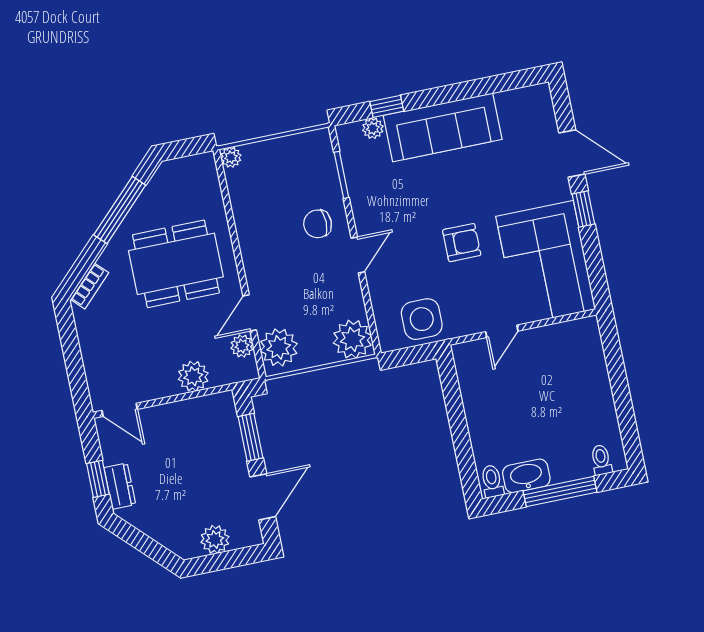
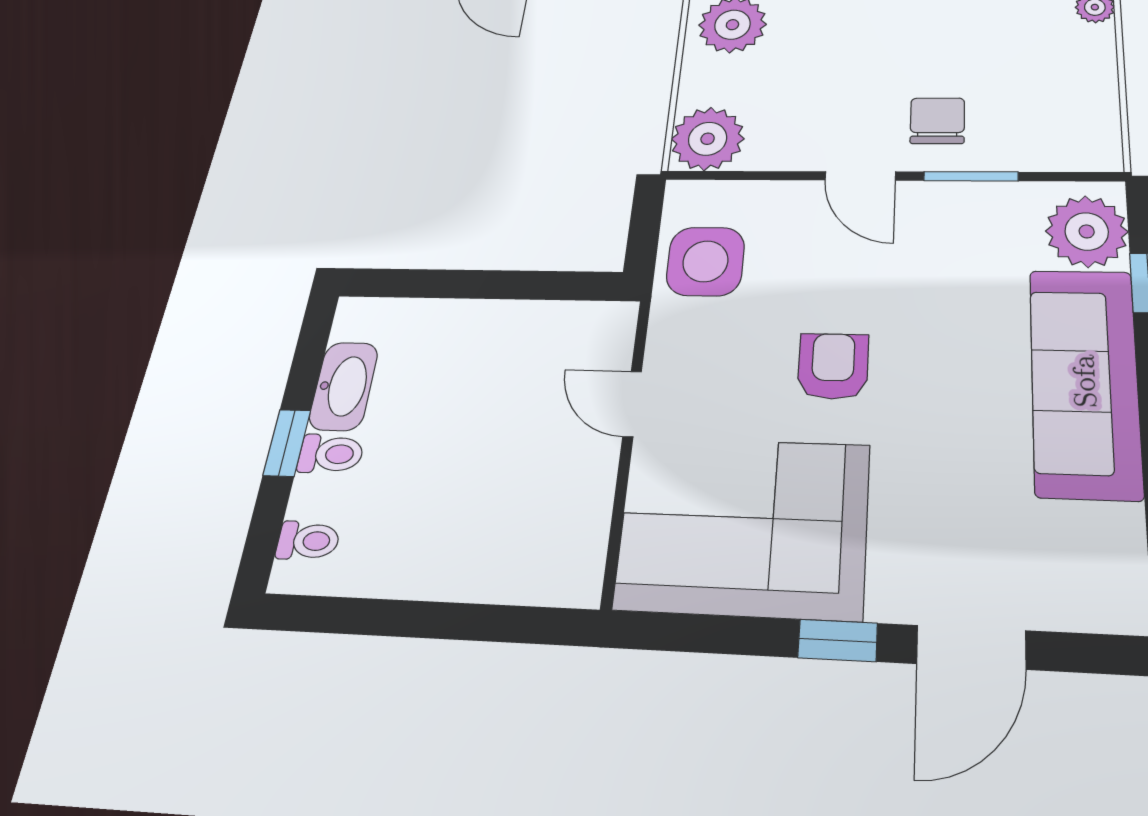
plant: (373, 128) -> (1087, 231), width x1.88, depth x1.88
window: (341, 175) -> (971, 176), moved
armchair: (462, 243) -> (833, 366), turned 180
toilet: (492, 481) -> (331, 454), moved
window: (560, 491) -> (287, 443), width x0.46

